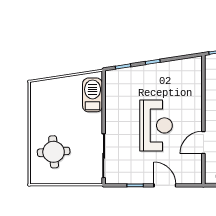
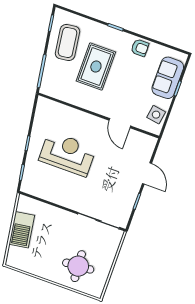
barbecue: (93, 95) -> (22, 230), moved, turned -99
reception desk: (156, 125) -> (68, 154), moved
door: (165, 185) -> (147, 173), swing flipped

